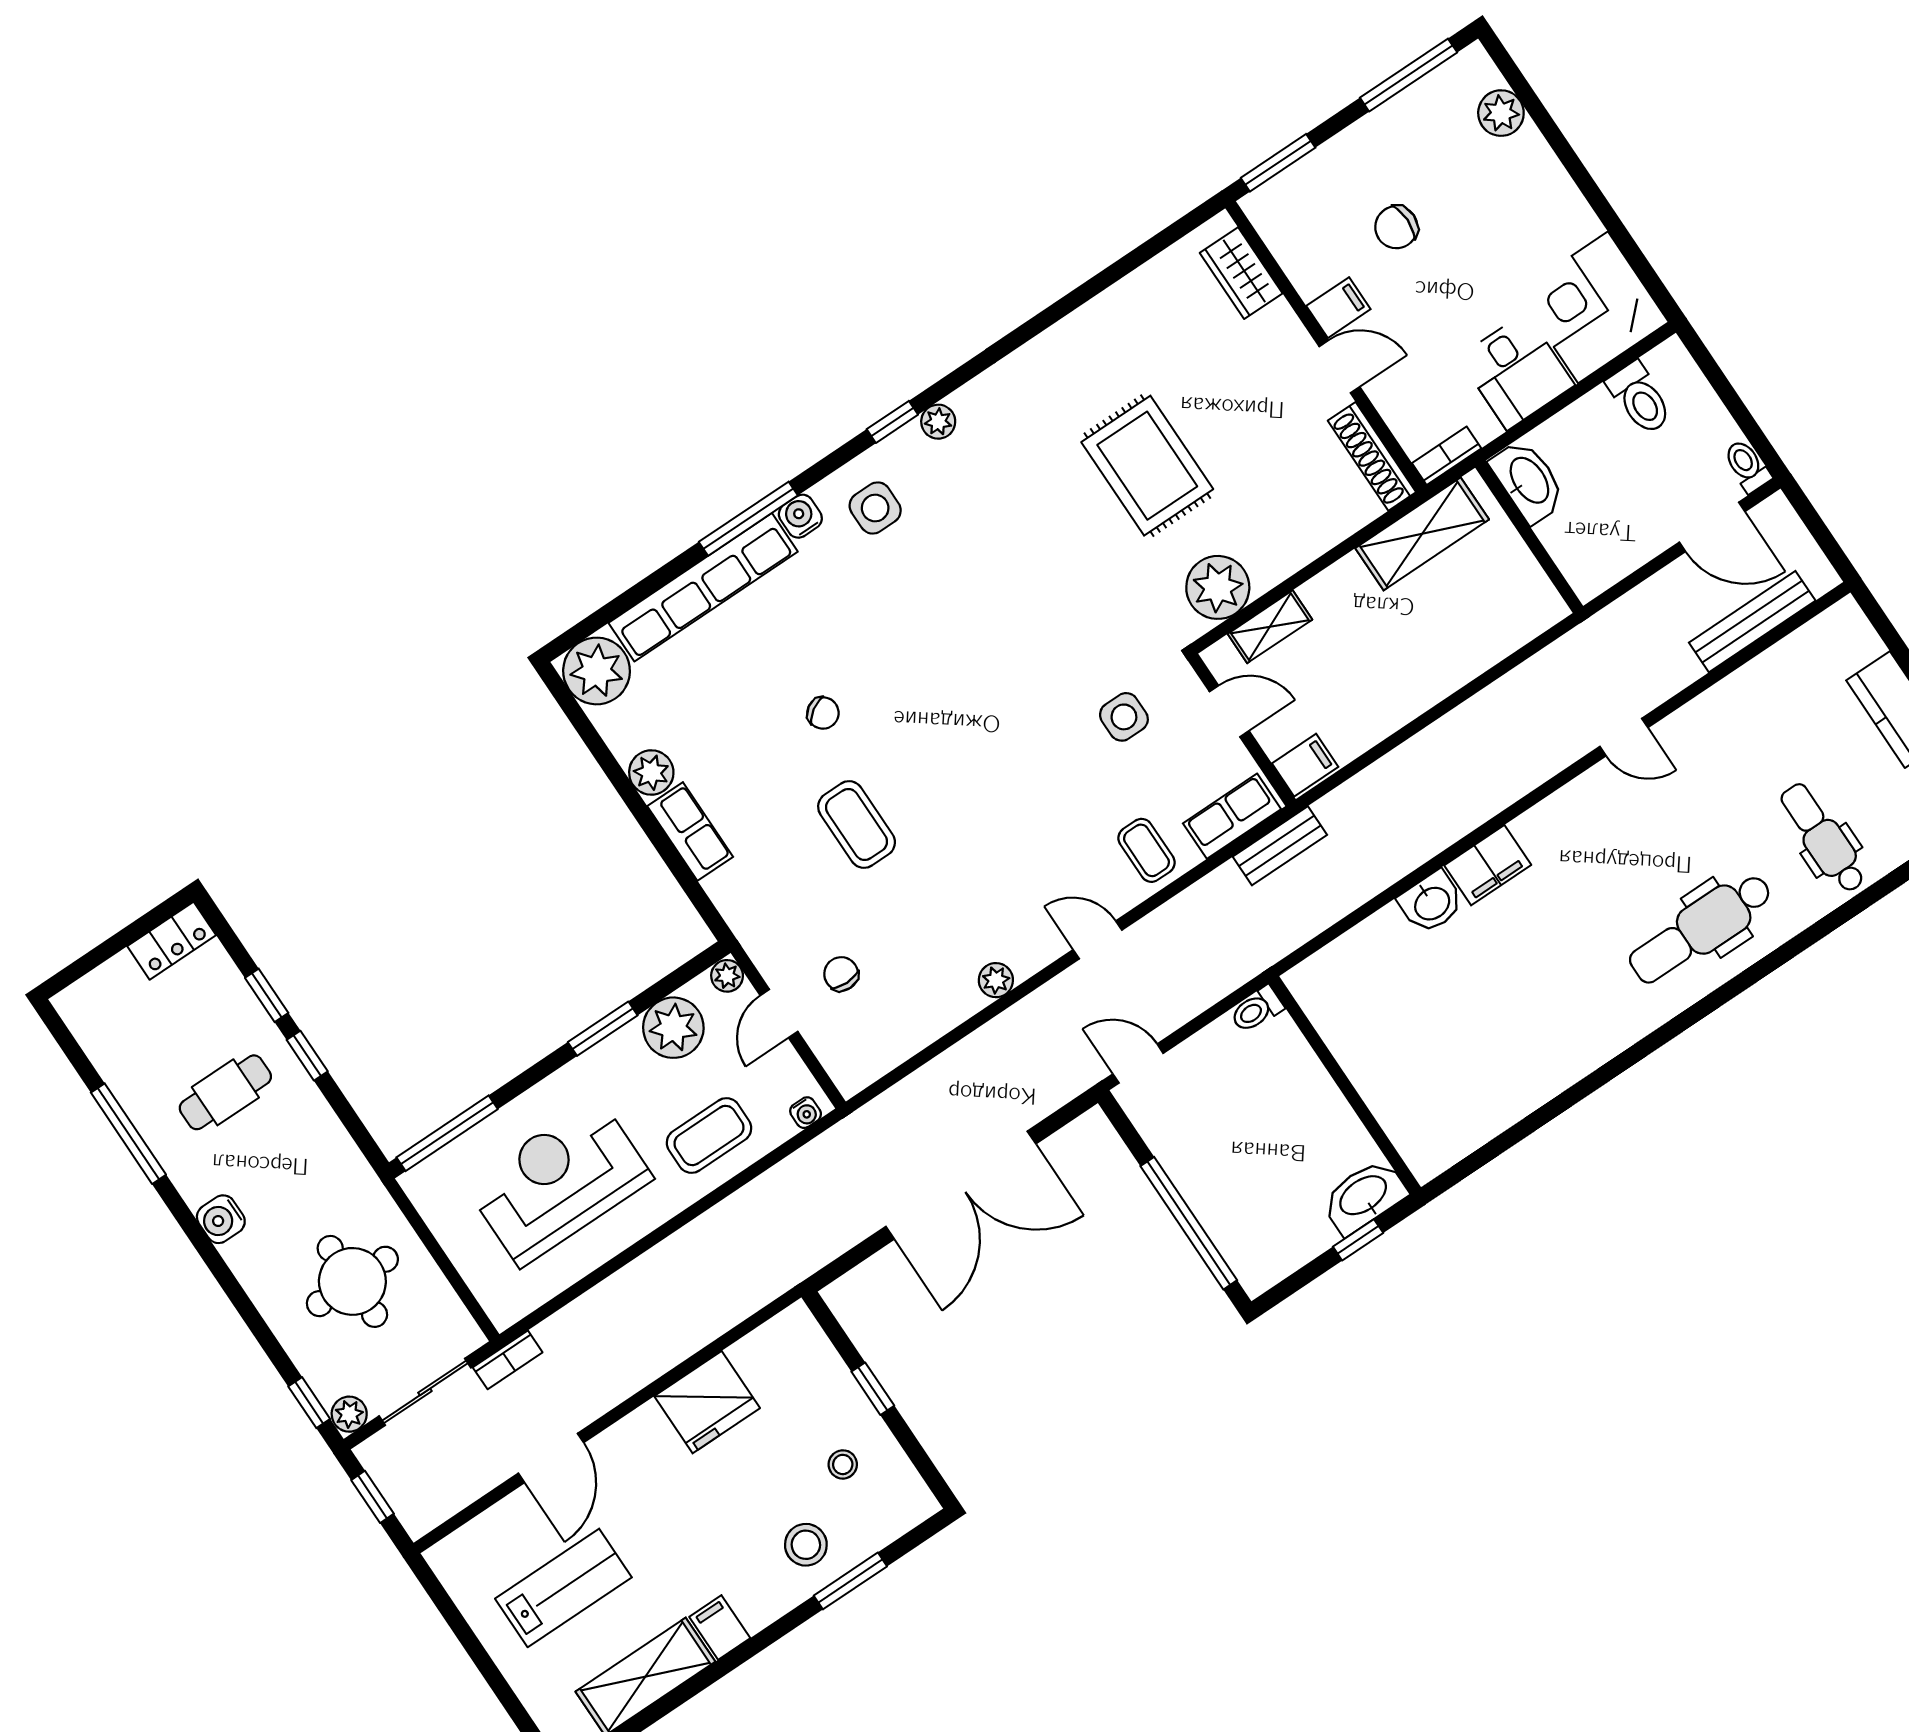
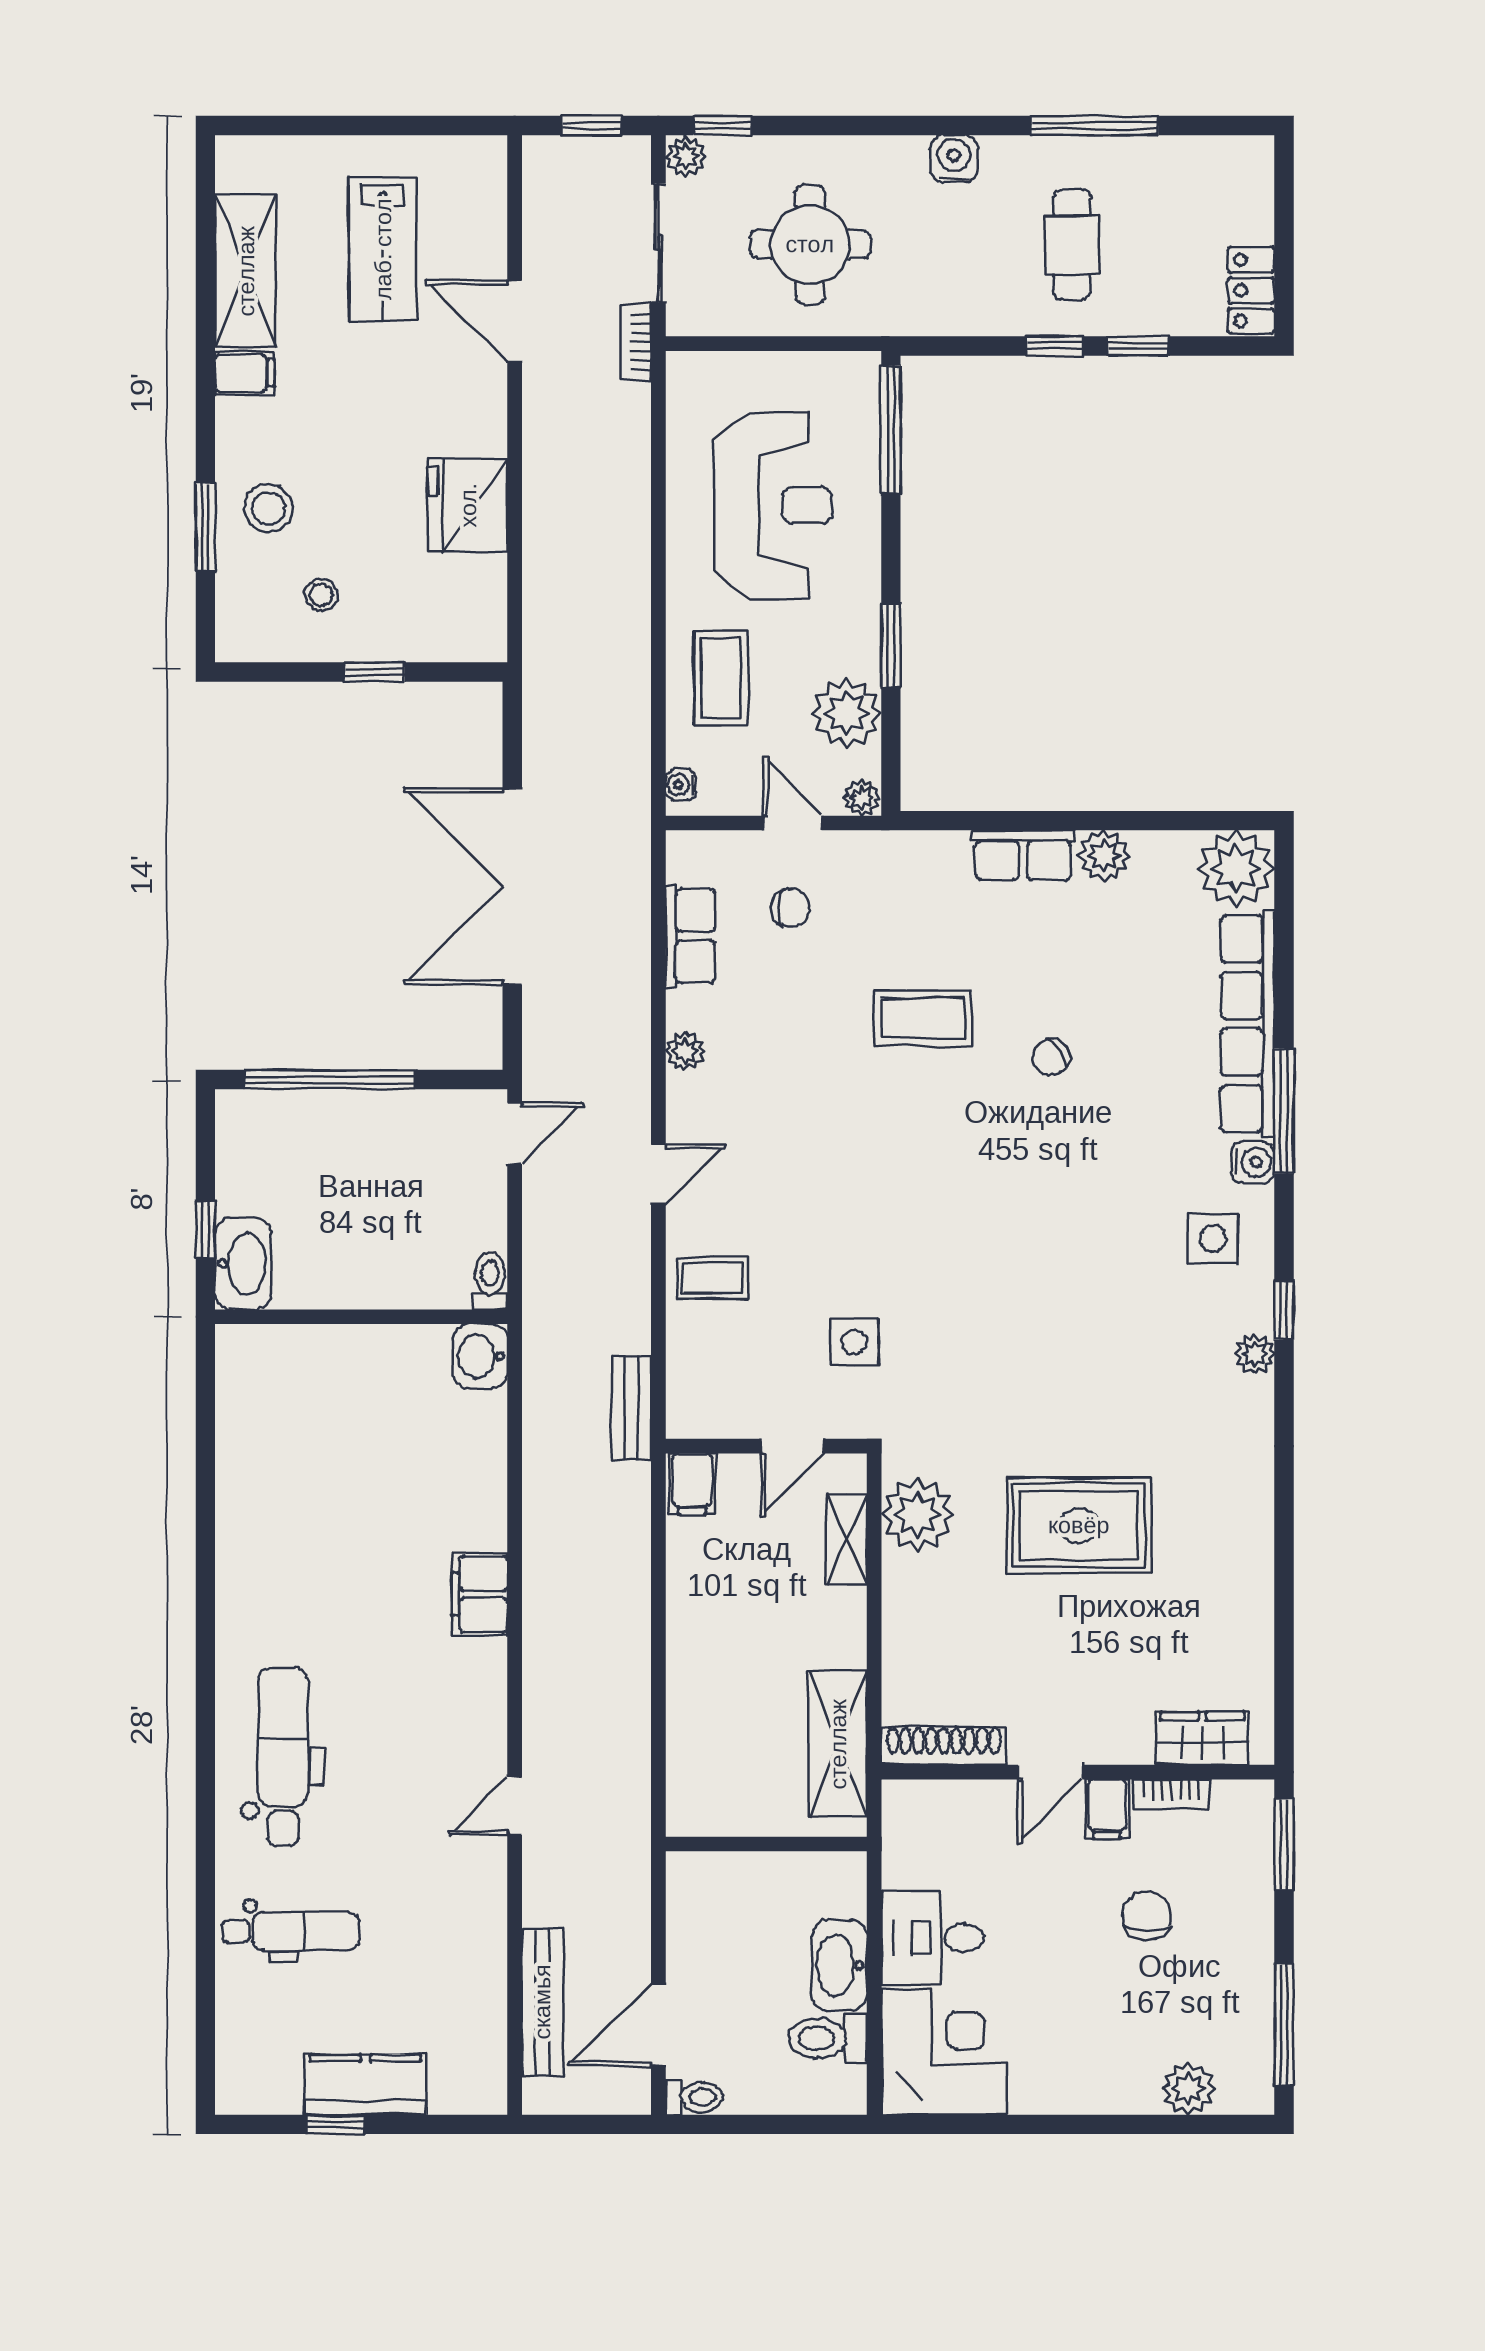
bookcase: (1447, 456) -> (1171, 1794), moved, turned 90
washbasin: (1528, 481) -> (839, 1965), moved, turned 90
row of seats: (1232, 816) -> (690, 936), moved
washbasin: (1431, 902) -> (480, 1356), moved

